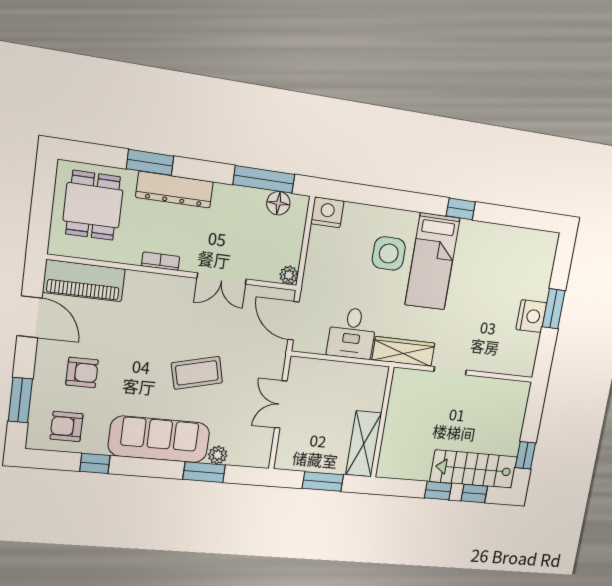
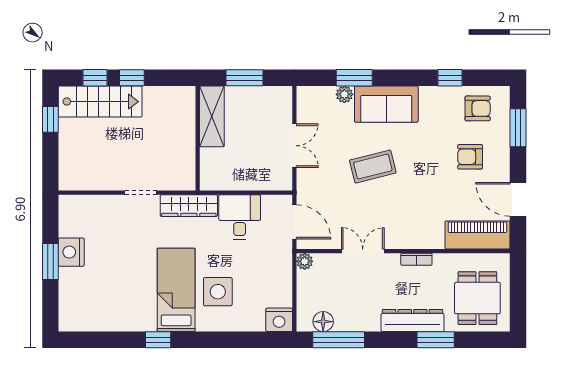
sofa: (159, 439) -> (386, 104), width x0.73

